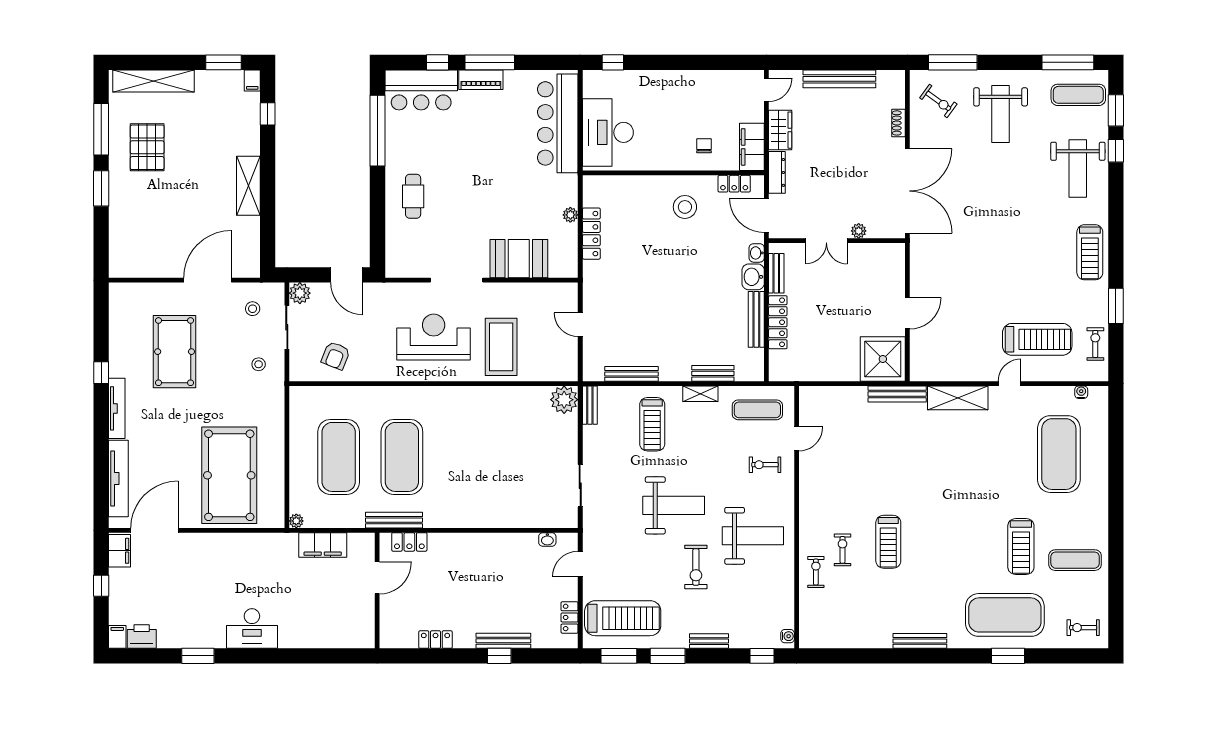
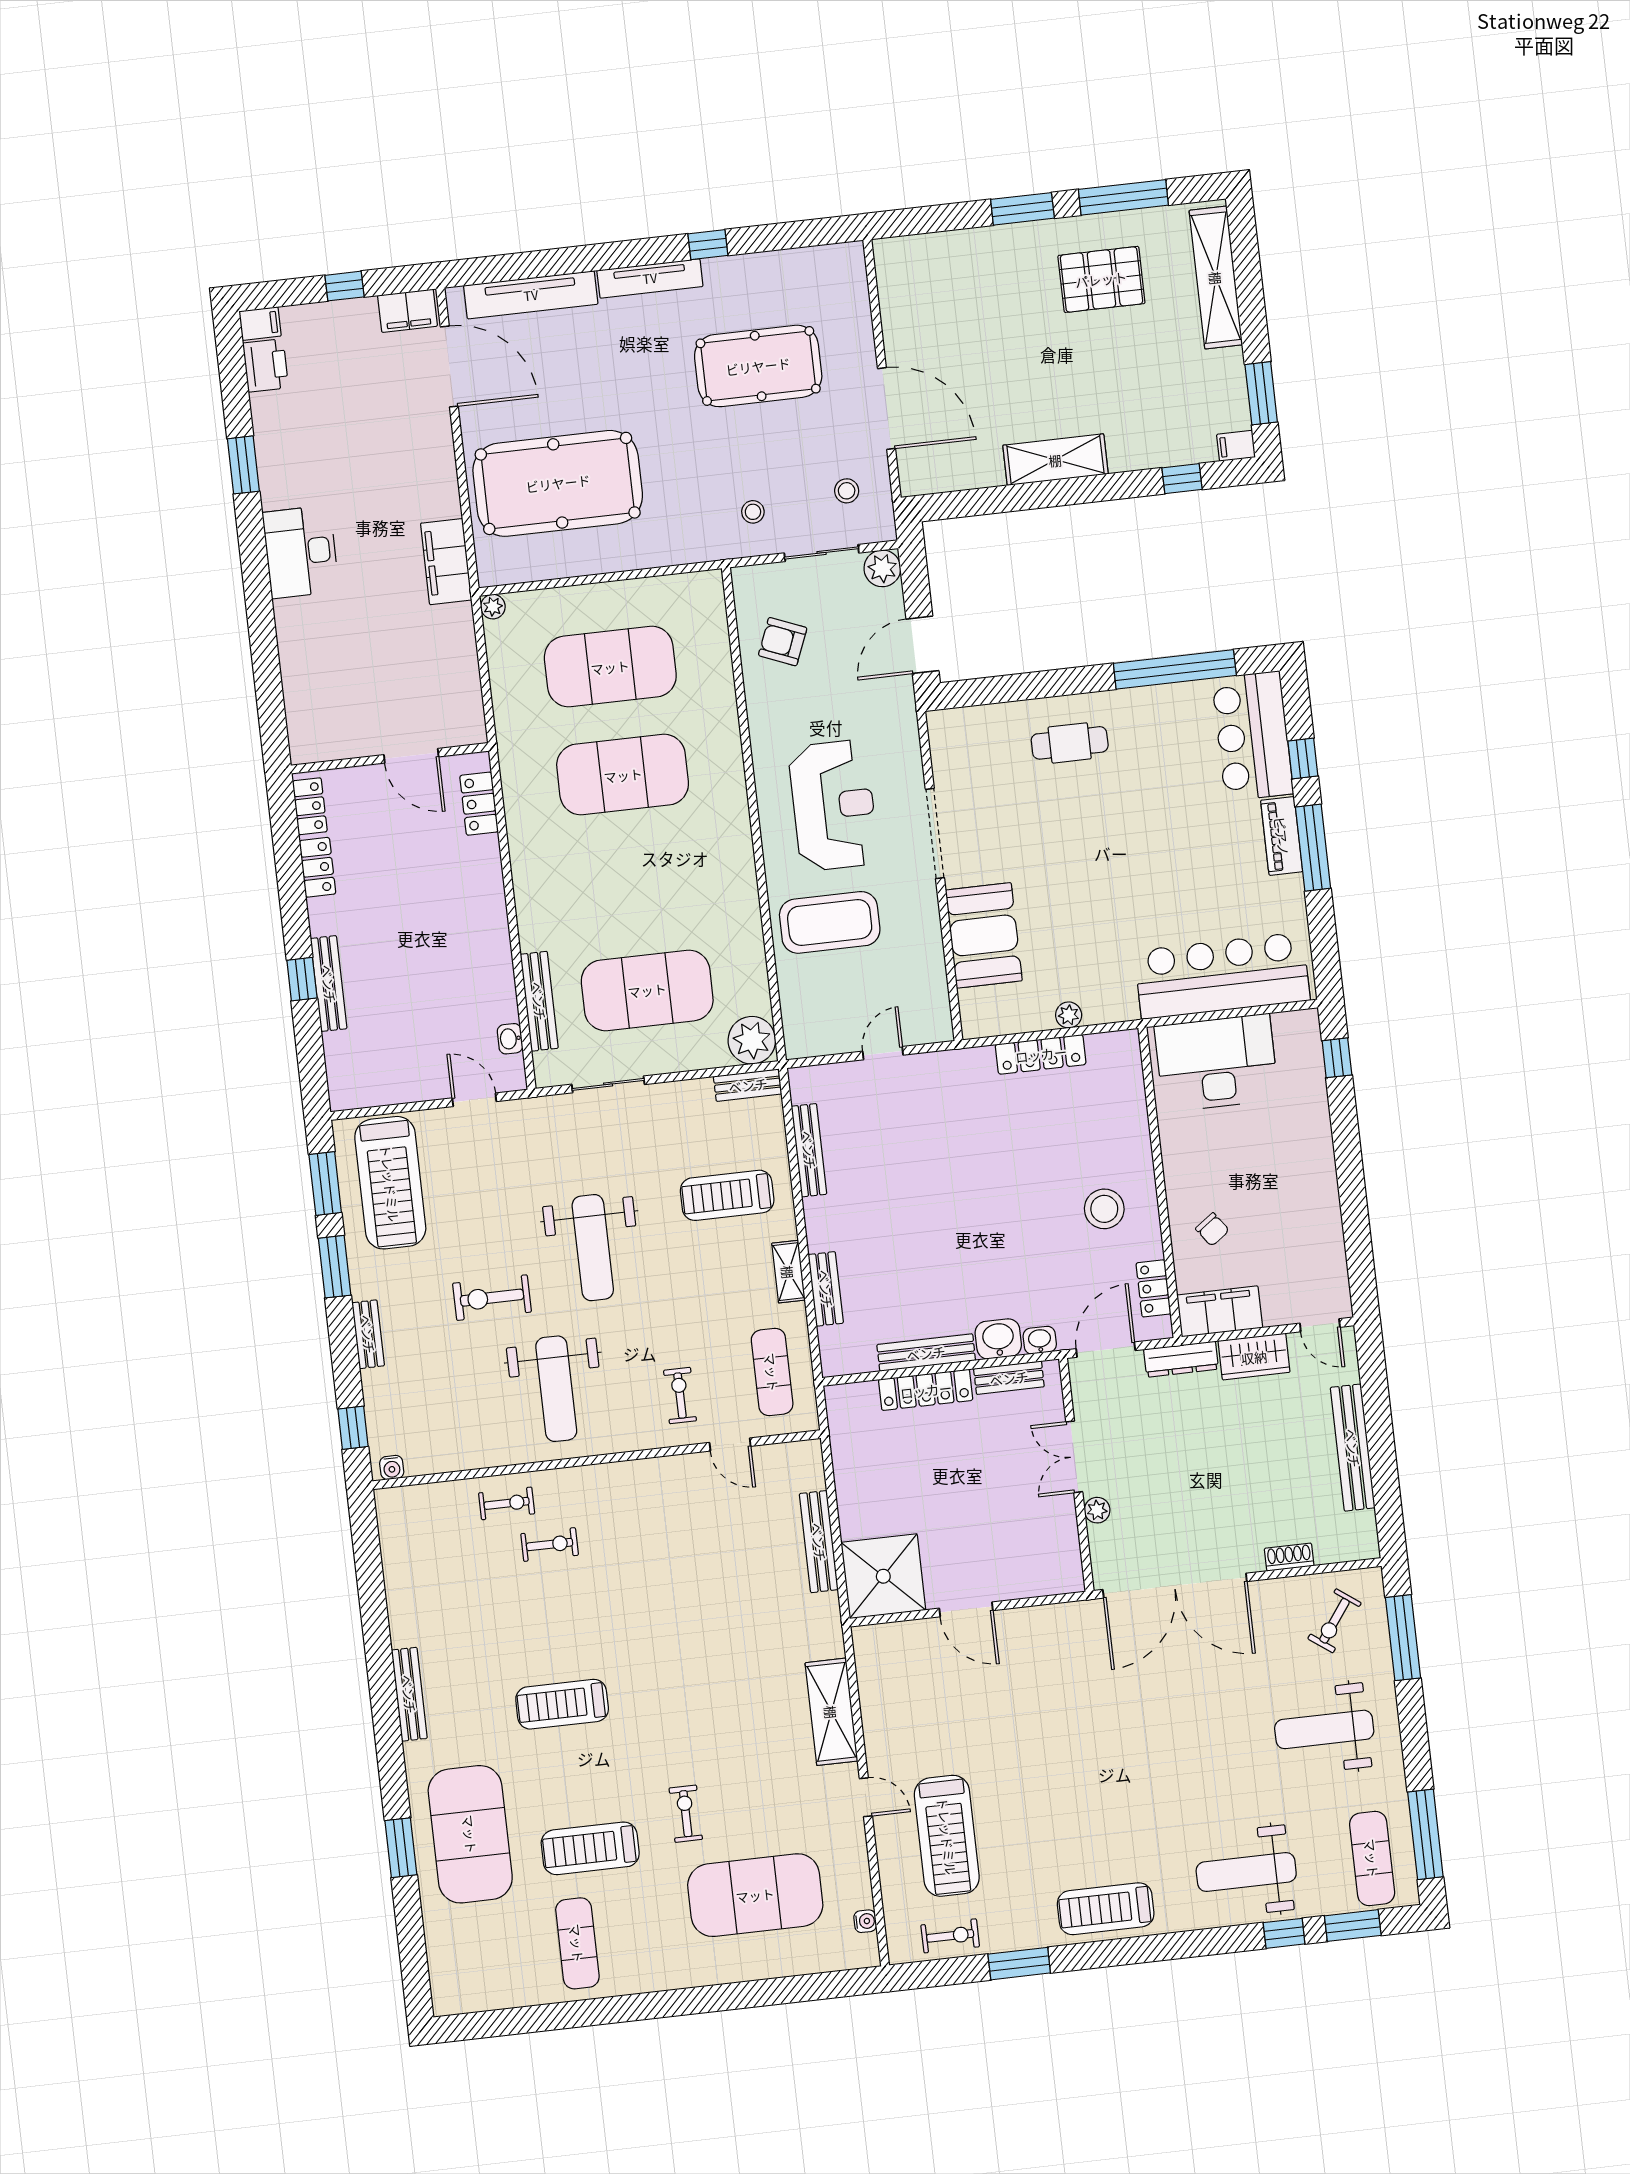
chair: (704, 146) -> (1212, 1229), turned 54
bench: (897, 394) -> (819, 1542), moved
exercise mat: (528, 457) -> (647, 990), added
bench: (394, 520) -> (539, 1001), moved
treadmill: (888, 542) -> (562, 1704), moved
filing cabinet: (323, 545) -> (446, 562), moved
locker: (570, 617) -> (310, 806), moved, turned 90
exercise bike: (1083, 628) -> (686, 1814), moved

